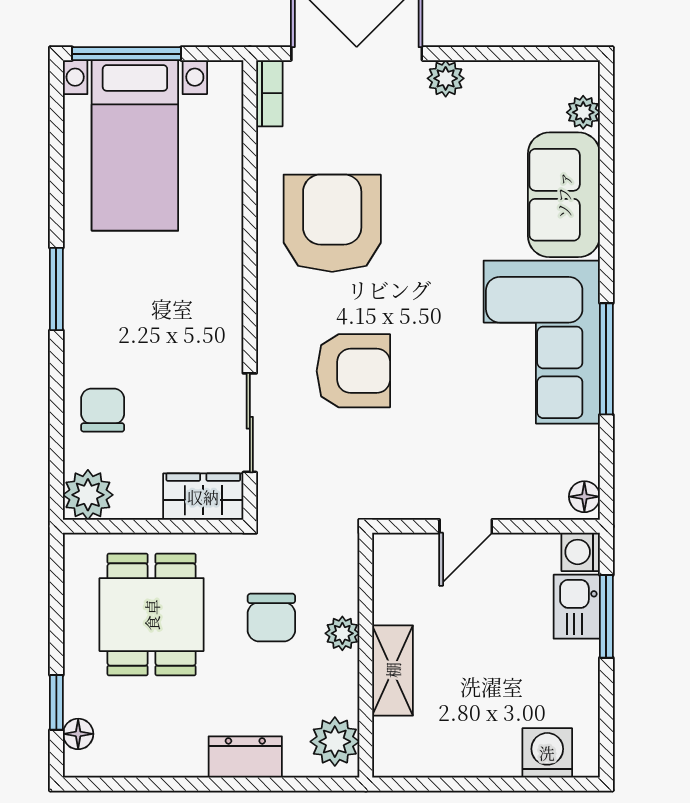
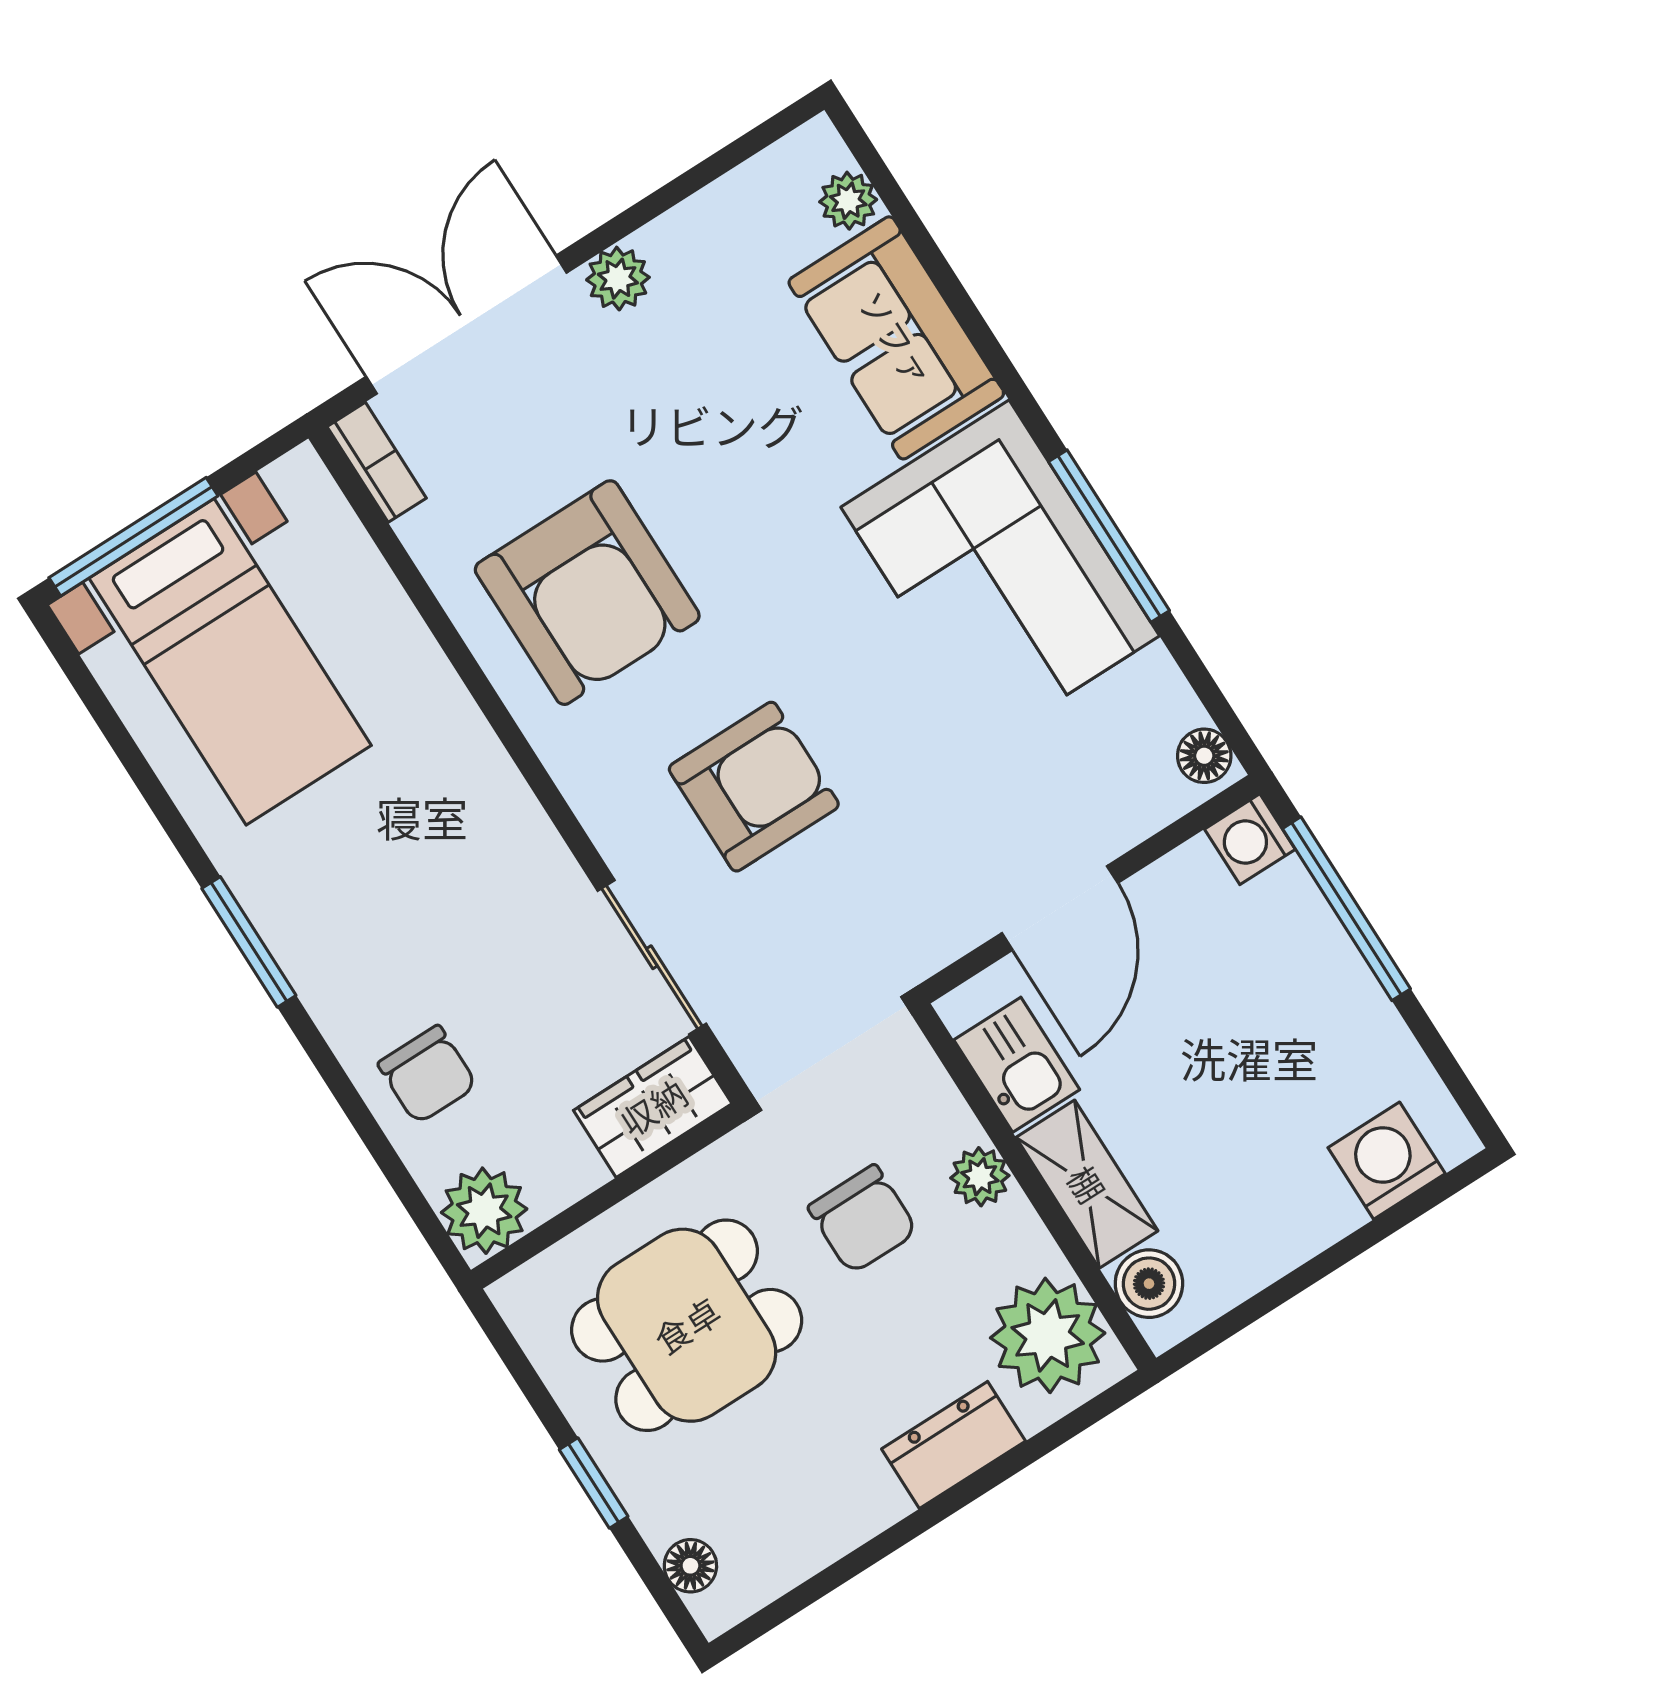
armchair: (332, 223) -> (587, 593), turned 180
chair: (103, 410) -> (427, 1075), turned 180
door: (466, 526) -> (1060, 908), width x1.38
kitchen sink: (577, 607) -> (1017, 1065), moved, turned 180
dining table: (152, 615) -> (687, 1325), turned 90
window: (606, 616) -> (1346, 909), width x1.44
window: (56, 702) -> (594, 1483), moved
boiler: (392, 739) -> (1149, 1284), added
plant: (335, 742) -> (1048, 1335), width x1.36, depth x1.36

